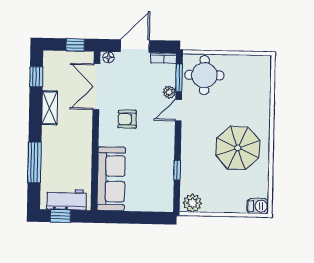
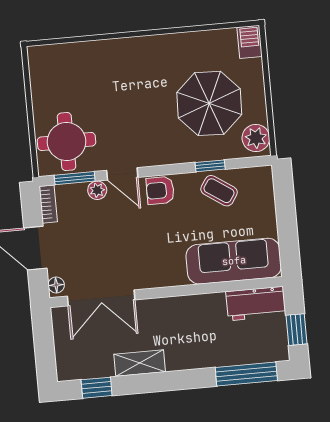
window: (75, 45) -> (43, 336), removed
armchair: (127, 119) -> (160, 190), moved, turned 90
parasol: (238, 148) -> (209, 103), moved
window: (34, 162) -> (246, 374), moved
coffee table: (160, 174) -> (219, 191), added
workbench: (66, 200) -> (256, 304), moved, turned -90

